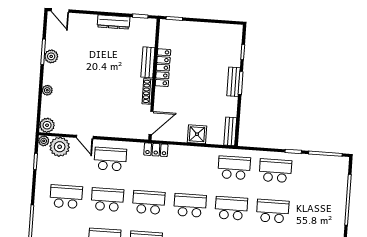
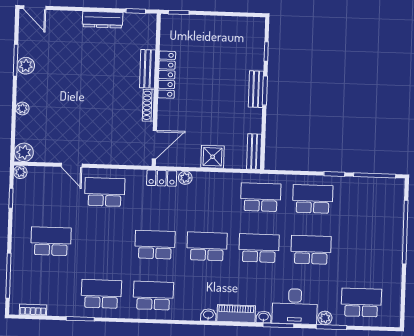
plant: (60, 147) -> (185, 178), moved, width x0.53, depth x0.53
school desk: (107, 200) -> (103, 243), removed

